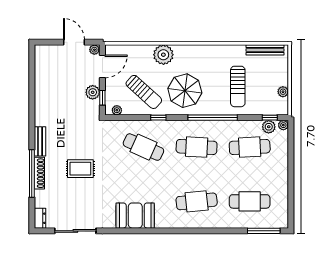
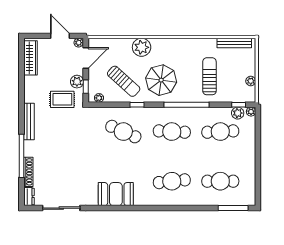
wardrobe: (42, 66) -> (30, 58), added
sun lounger: (238, 86) -> (209, 76), turned 180
bench: (40, 141) -> (29, 121), width x1.36
rug: (80, 169) -> (62, 99), moved
shoe rack: (39, 173) -> (28, 172), moved

